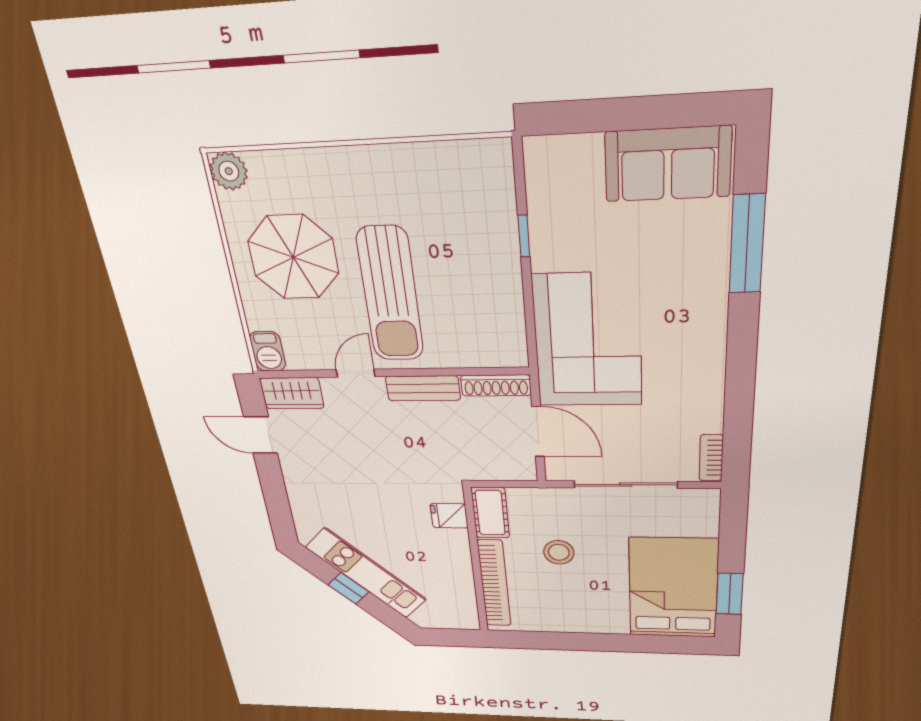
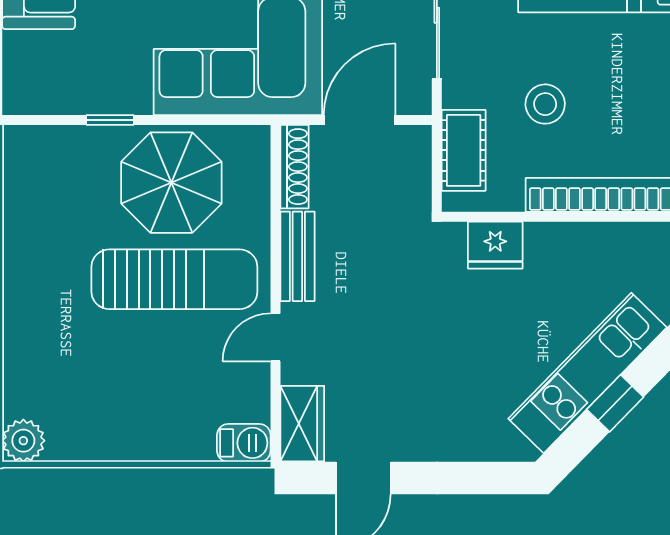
parasol: (293, 257) -> (171, 183), moved
door: (356, 373) -> (275, 337), hinge flipped
cot: (490, 513) -> (464, 150), moved, turned 90
fridge: (449, 516) -> (495, 245), width x1.38

